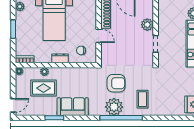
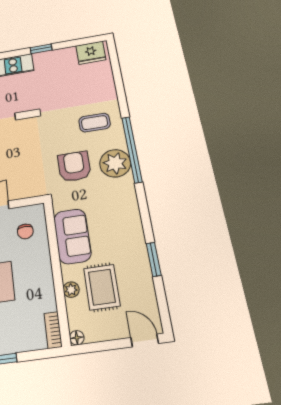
dresser: (60, 58) -> (44, 265), removed
sofa: (73, 107) -> (72, 236), moved, turned 180

